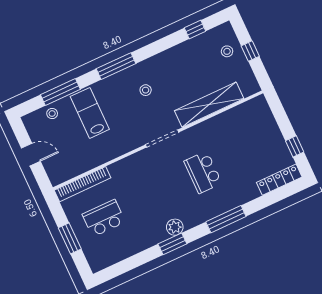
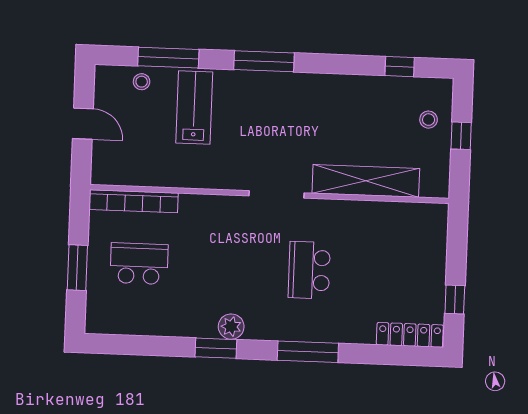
stool: (146, 90) -> (288, 116), removed

